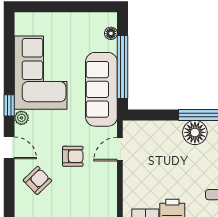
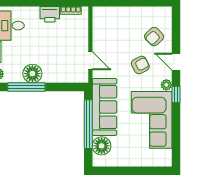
floor lamp: (111, 33) -> (102, 146), width x1.89, depth x1.89
door: (120, 149) -> (90, 61), hinge flipped
armchair: (73, 156) -> (140, 65), moved, turned 153

